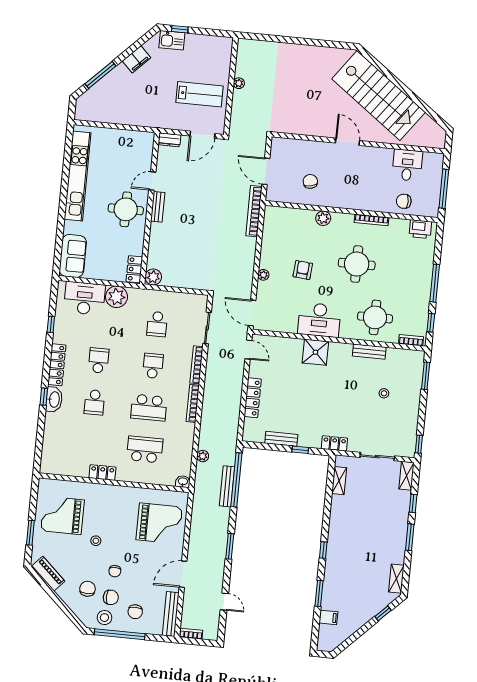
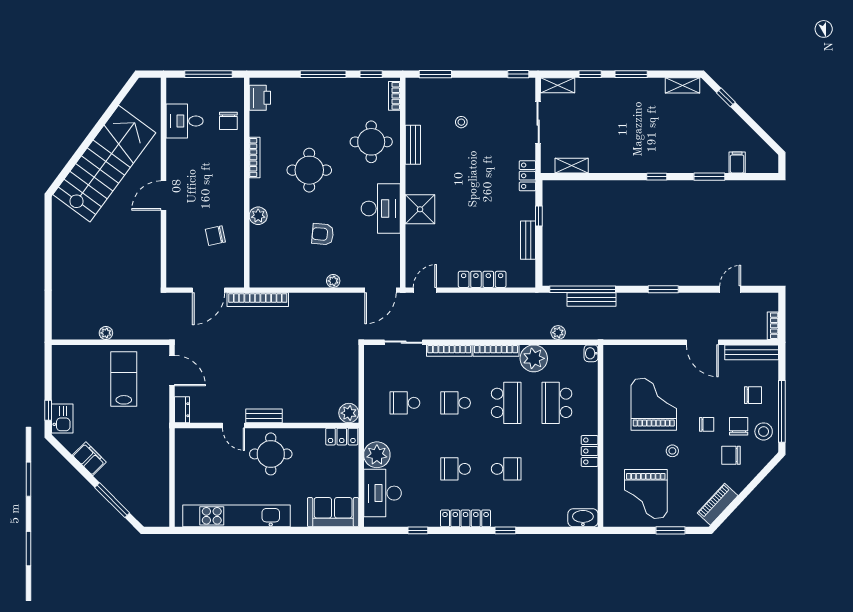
school desk: (157, 324) -> (405, 403), turned 180
washbasin: (54, 399) -> (583, 518), moved
plant: (183, 434) -> (534, 358), added
grand piano: (159, 523) -> (654, 404), moved

